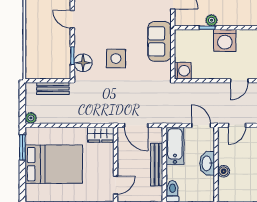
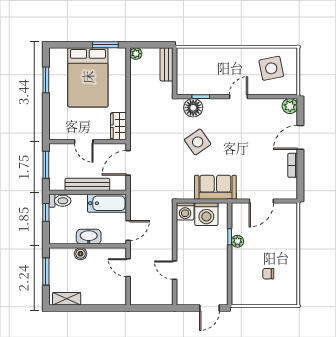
washing machine: (225, 40) -> (206, 214), moved, turned -90
side table: (116, 59) -> (198, 142), turned -35
bench: (53, 89) -> (166, 64), moved
door: (116, 185) -> (84, 142), moved

